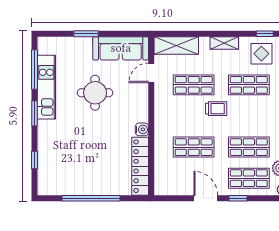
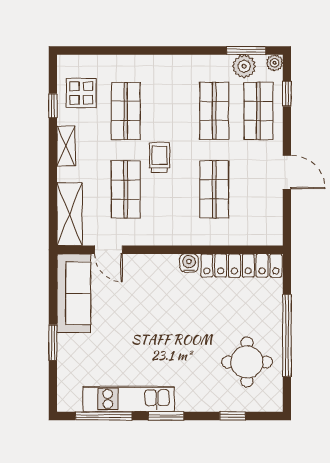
window: (265, 34) -> (53, 106), moved
round table: (95, 93) -> (247, 362), moved
door: (206, 198) -> (287, 172), swing flipped
window: (238, 198) -> (287, 94), moved

